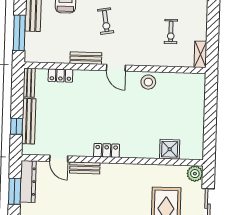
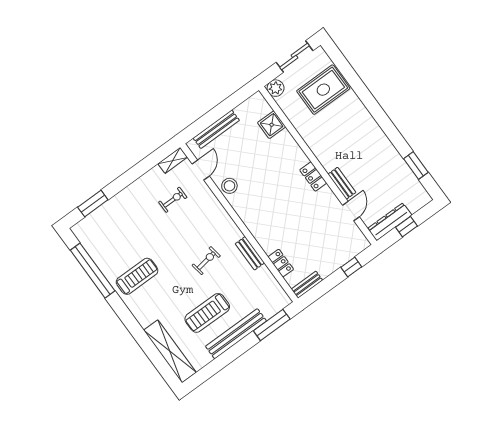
door: (116, 68) -> (201, 170), moved
bench: (29, 121) -> (216, 129), moved
window: (15, 191) -> (406, 227), width x0.67

